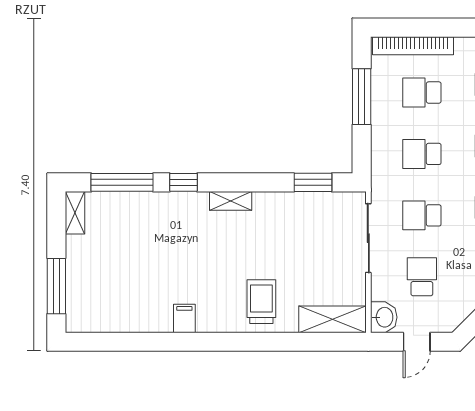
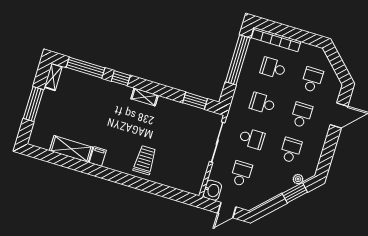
window: (362, 97) -> (238, 60), width x1.46
school desk: (422, 215) -> (252, 138), turned 180
window: (56, 286) -> (33, 104), moved
shelving: (332, 319) -> (71, 149), moved

